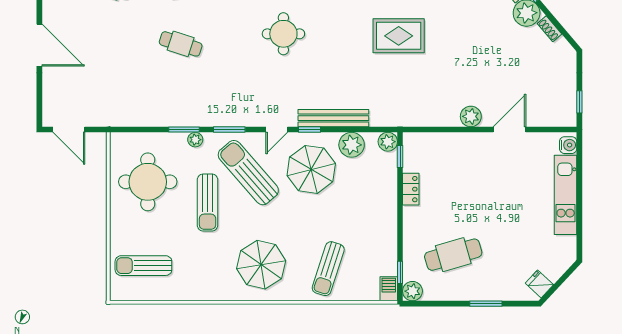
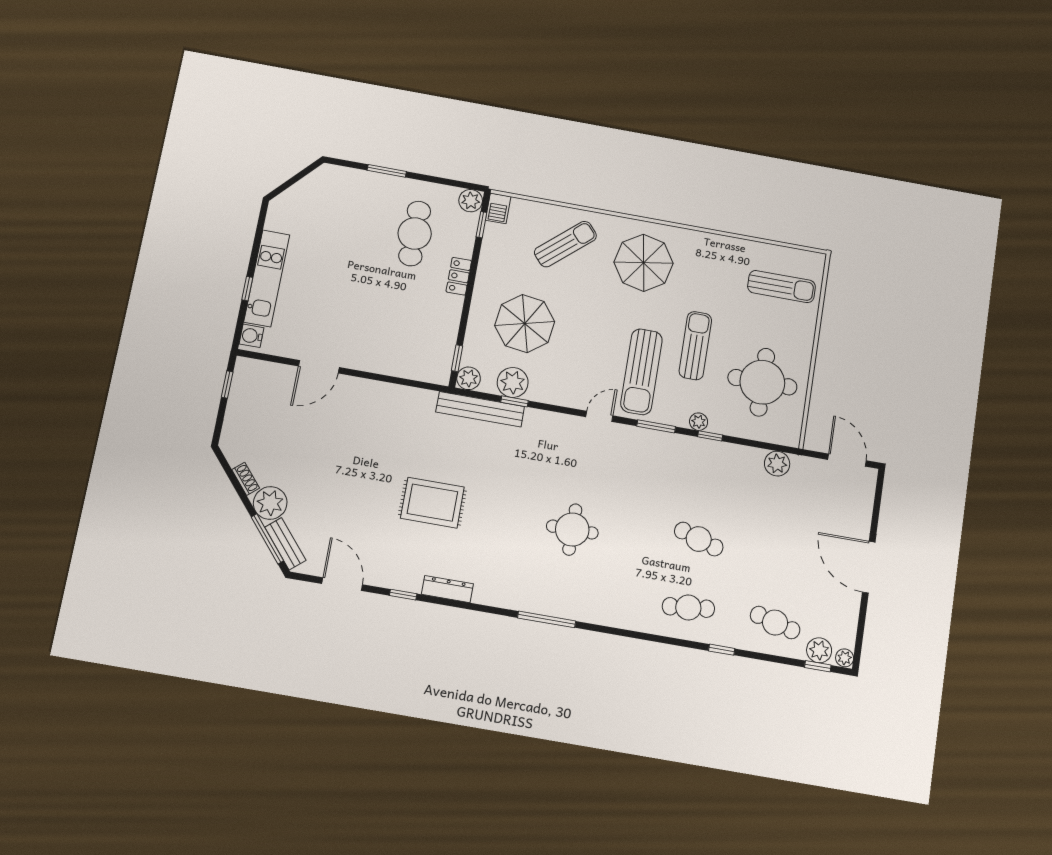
plant: (471, 116) -> (777, 464), moved
bench: (333, 118) -> (480, 409), moved
window: (184, 130) -> (710, 436), width x0.67
window: (309, 130) -> (515, 401), moved
parasol: (311, 169) -> (525, 324), moved
sun lounger: (248, 173) -> (641, 372), turned 41
window: (579, 183) -> (247, 289), added
locker: (411, 189) -> (459, 276), moved
cafe table: (453, 255) -> (415, 233), turned -74
sun lounger: (328, 269) -> (565, 244), turned 31
fridge: (539, 284) -> (319, 182), removed

